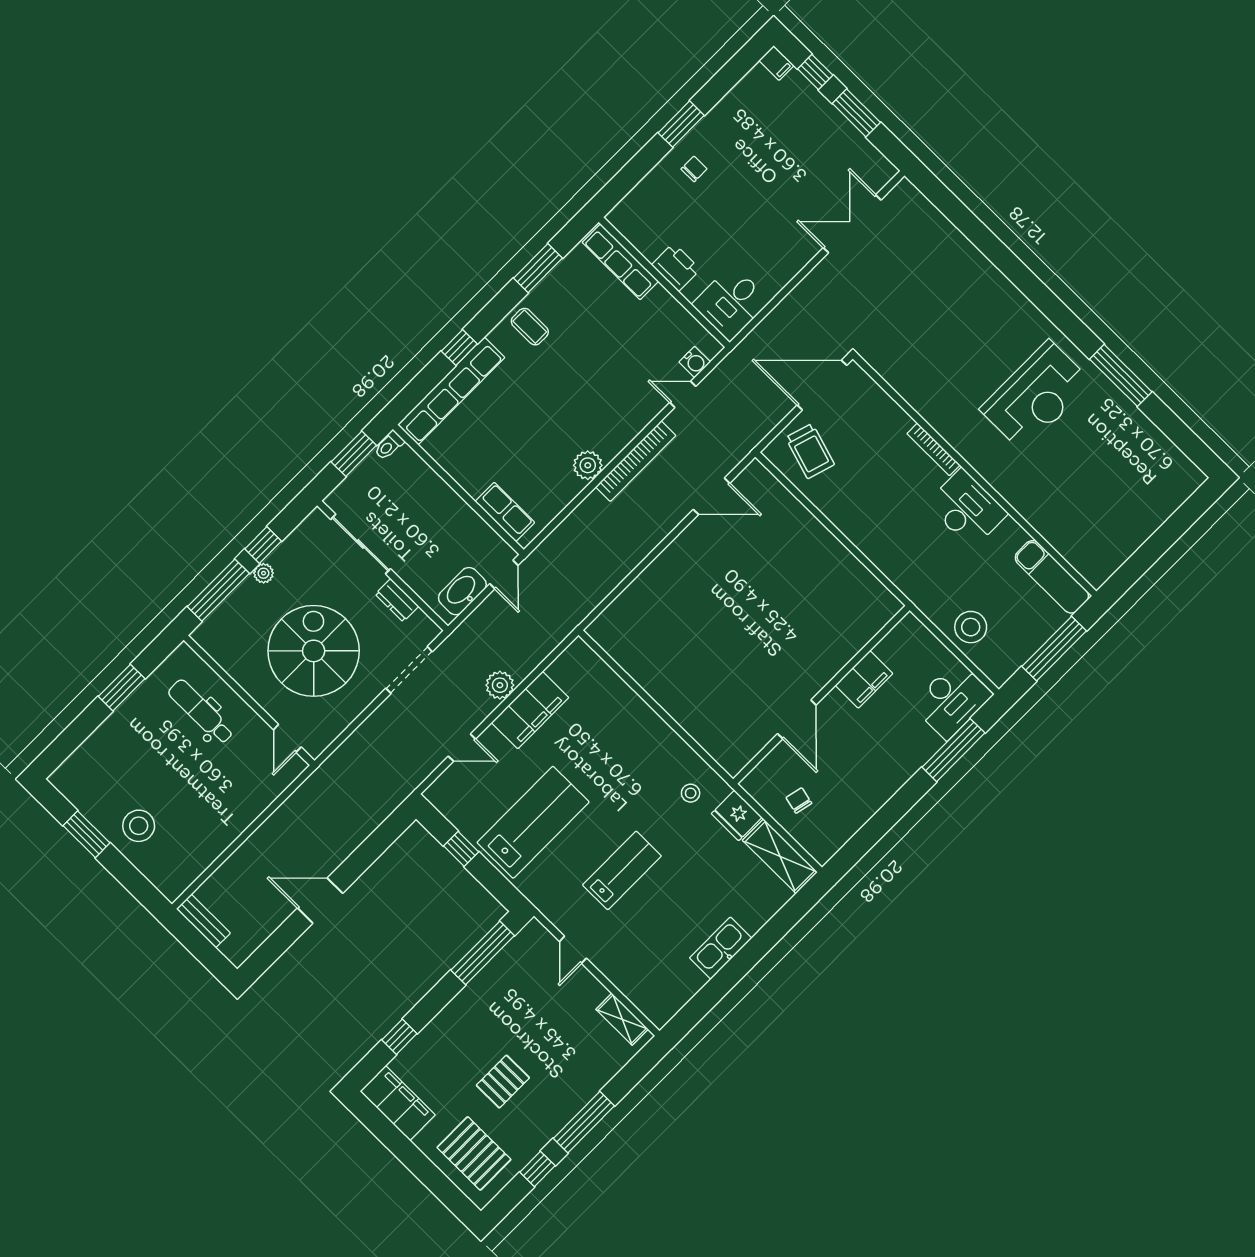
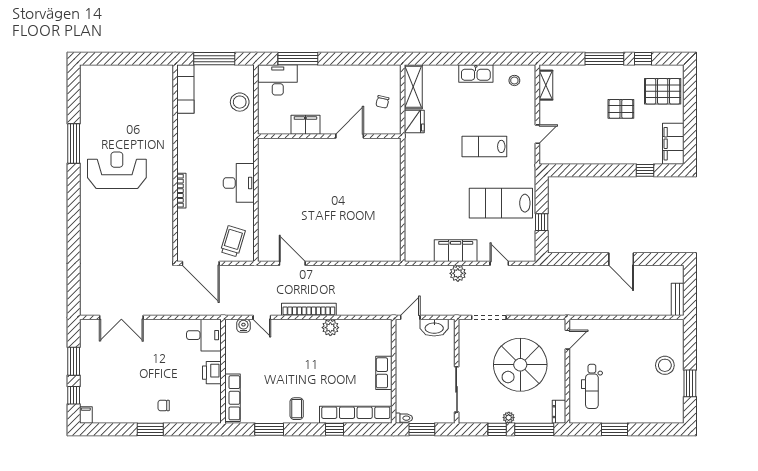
desk: (967, 509) -> (239, 183), moved, turned 180
row of seats: (505, 512) -> (384, 373), moved
dresser: (397, 600) -> (559, 412), moved, turned 180
stool: (691, 793) -> (514, 80), moved
window: (483, 953) -> (576, 170), removed
pallet: (474, 1153) -> (663, 91), turned 90

